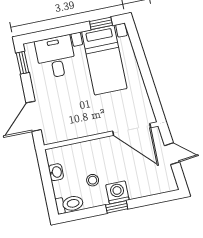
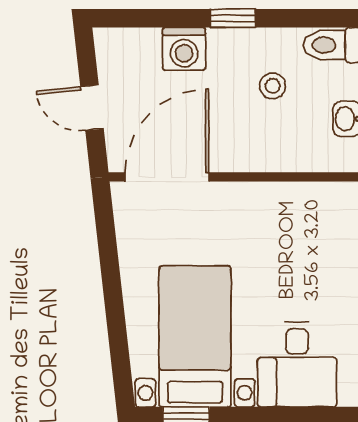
door: (132, 129) -> (167, 177), hinge flipped
washing machine: (117, 192) -> (184, 49), moved

